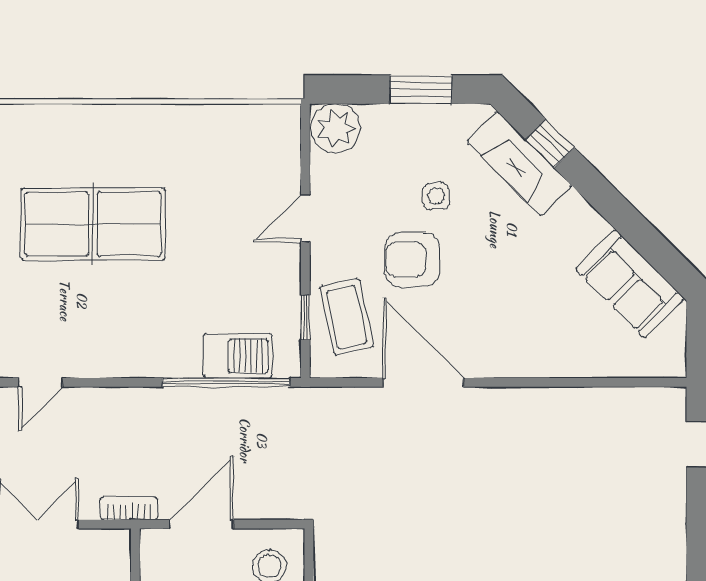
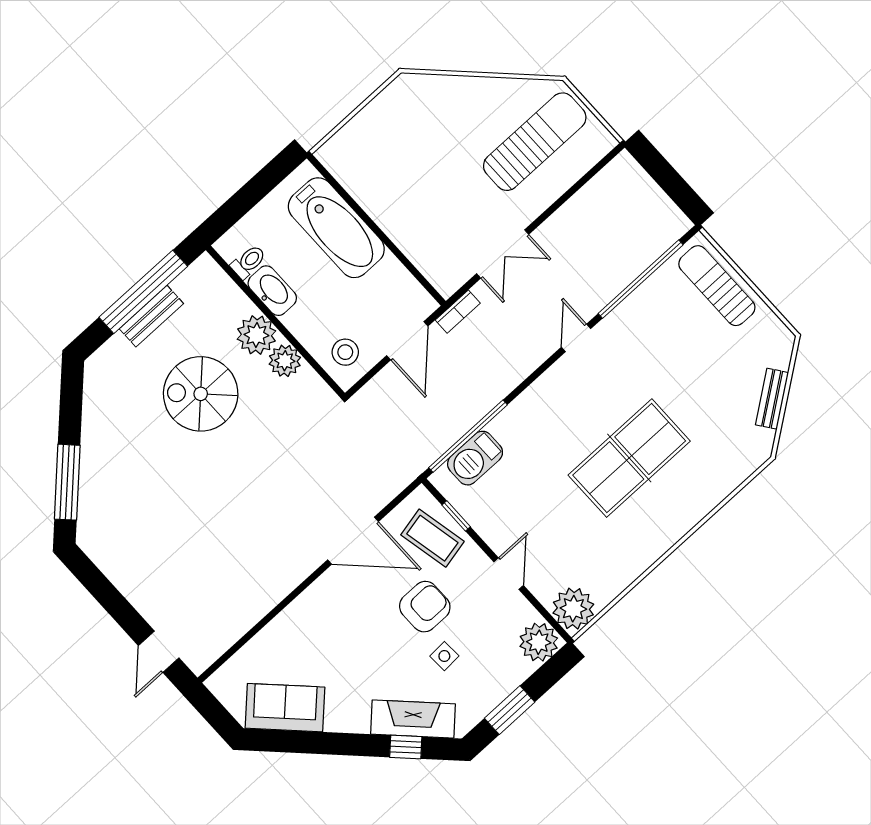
plant: (274, 130) -> (573, 609), added

